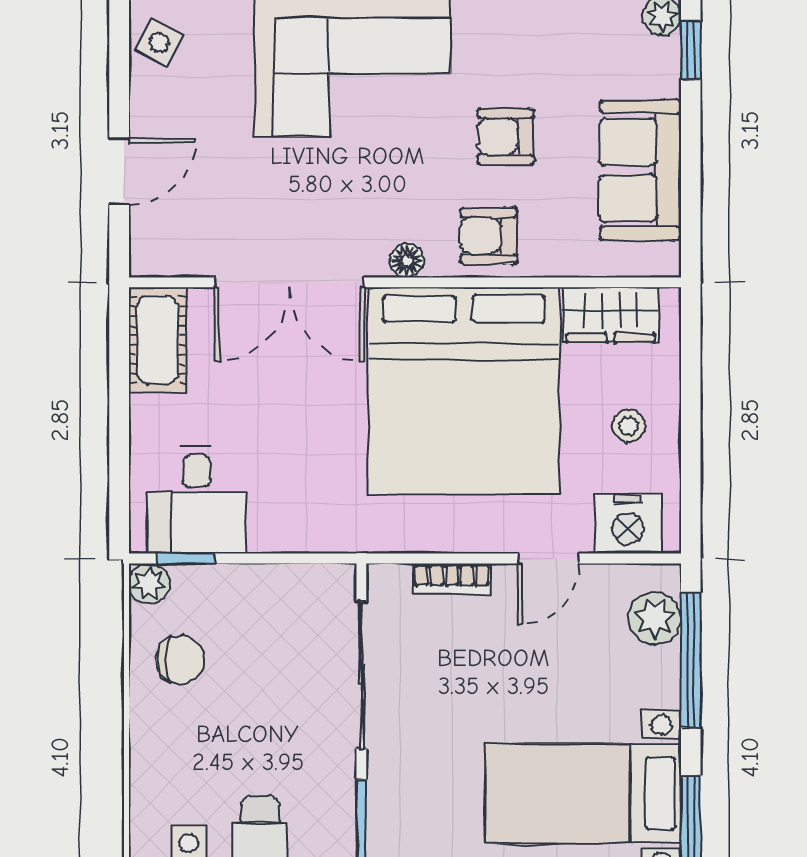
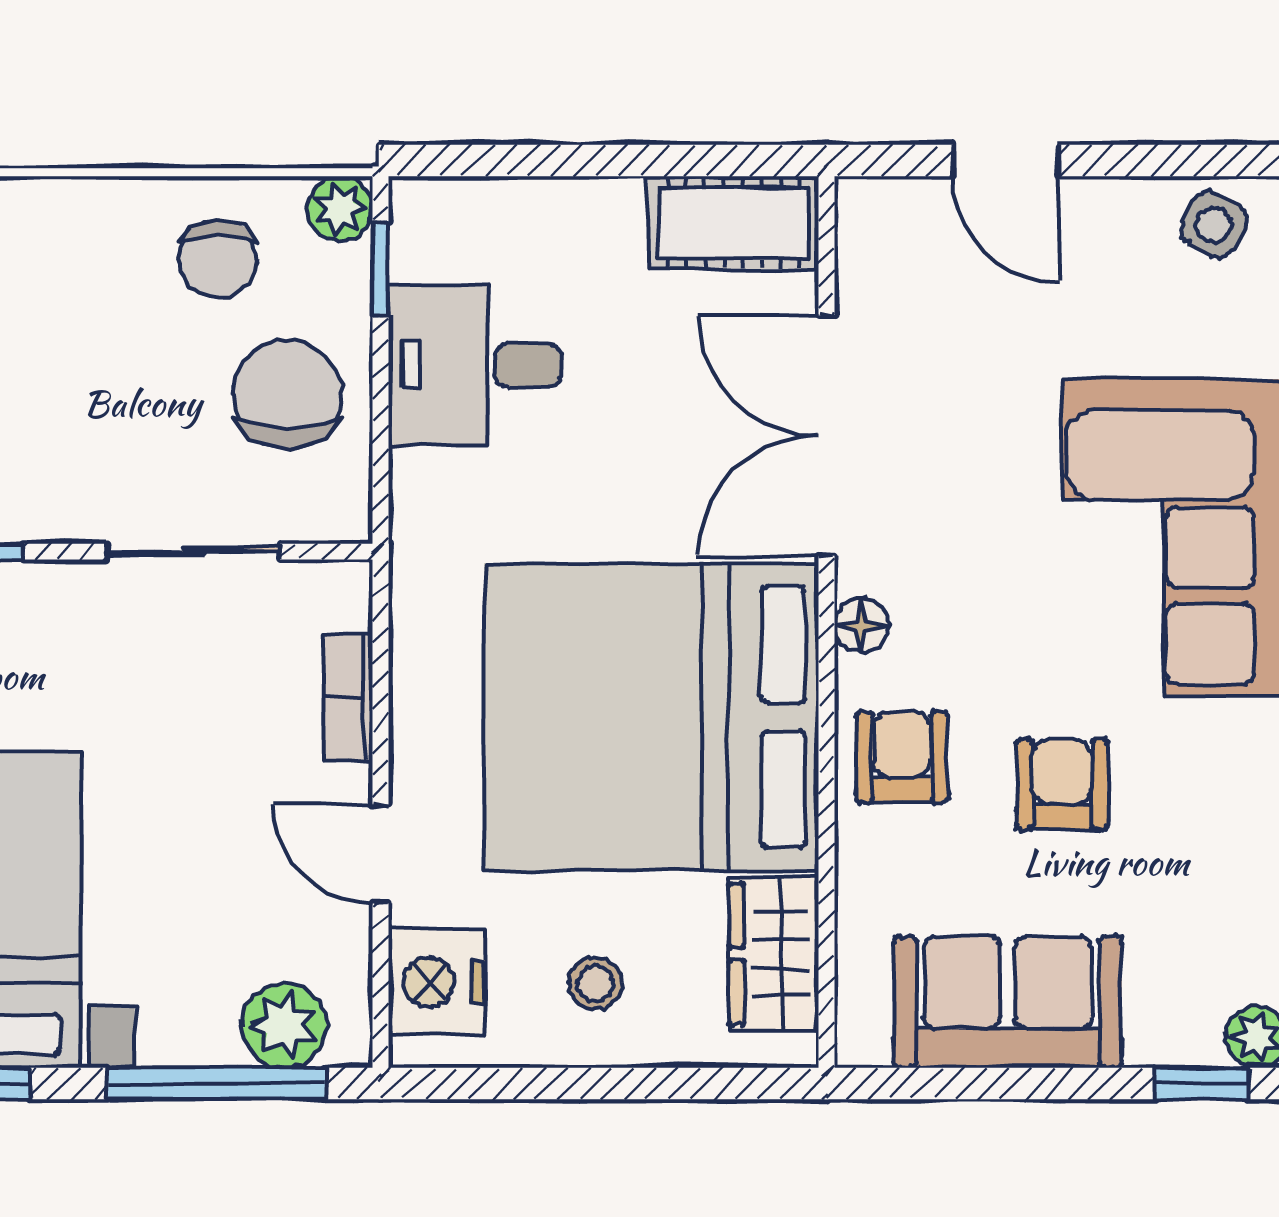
desk: (197, 500) -> (475, 365), moved
chair: (264, 616) -> (288, 394), added
sliding door: (361, 675) -> (193, 552), width x0.73

